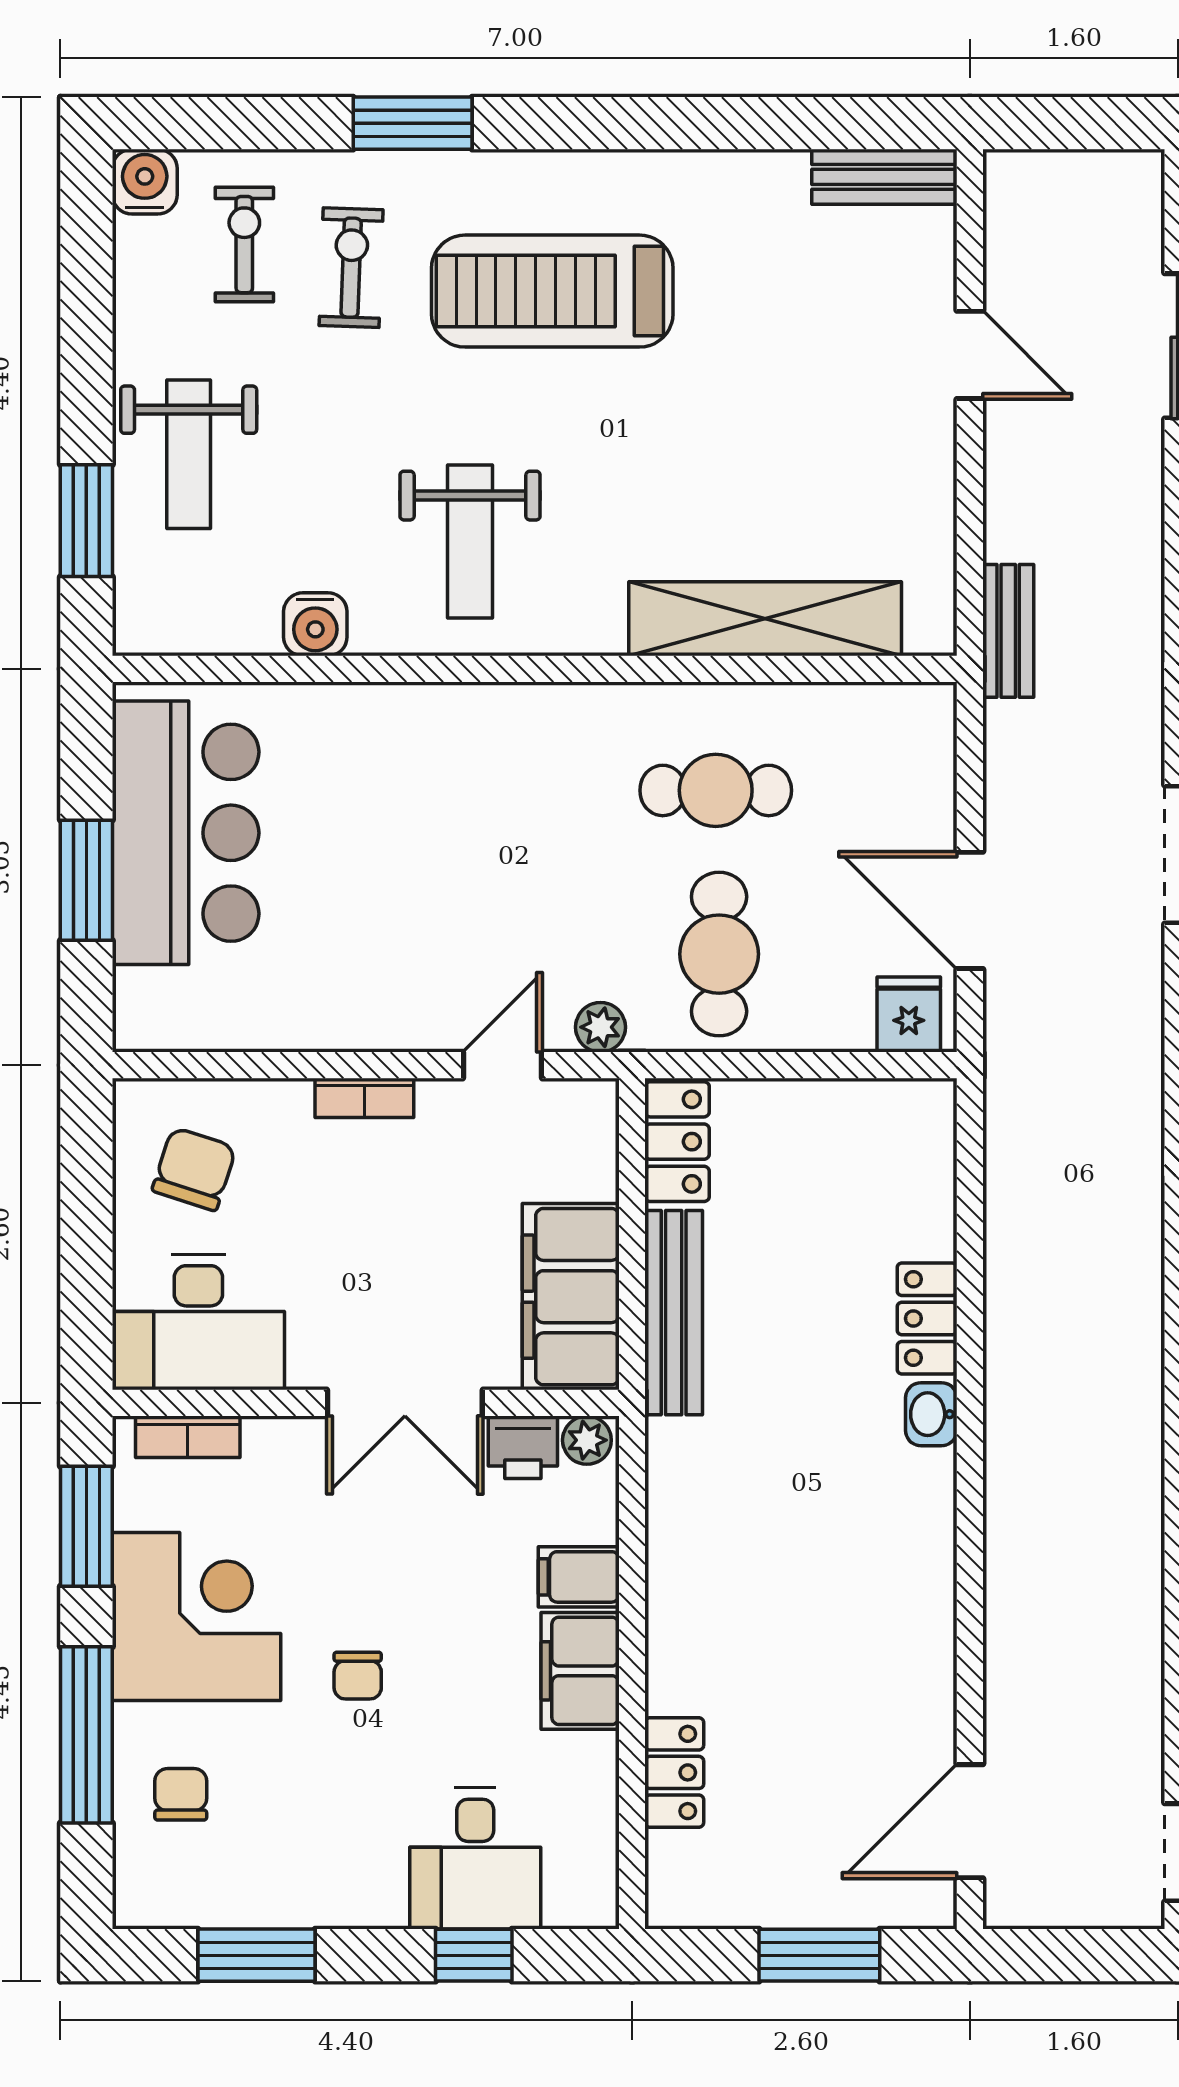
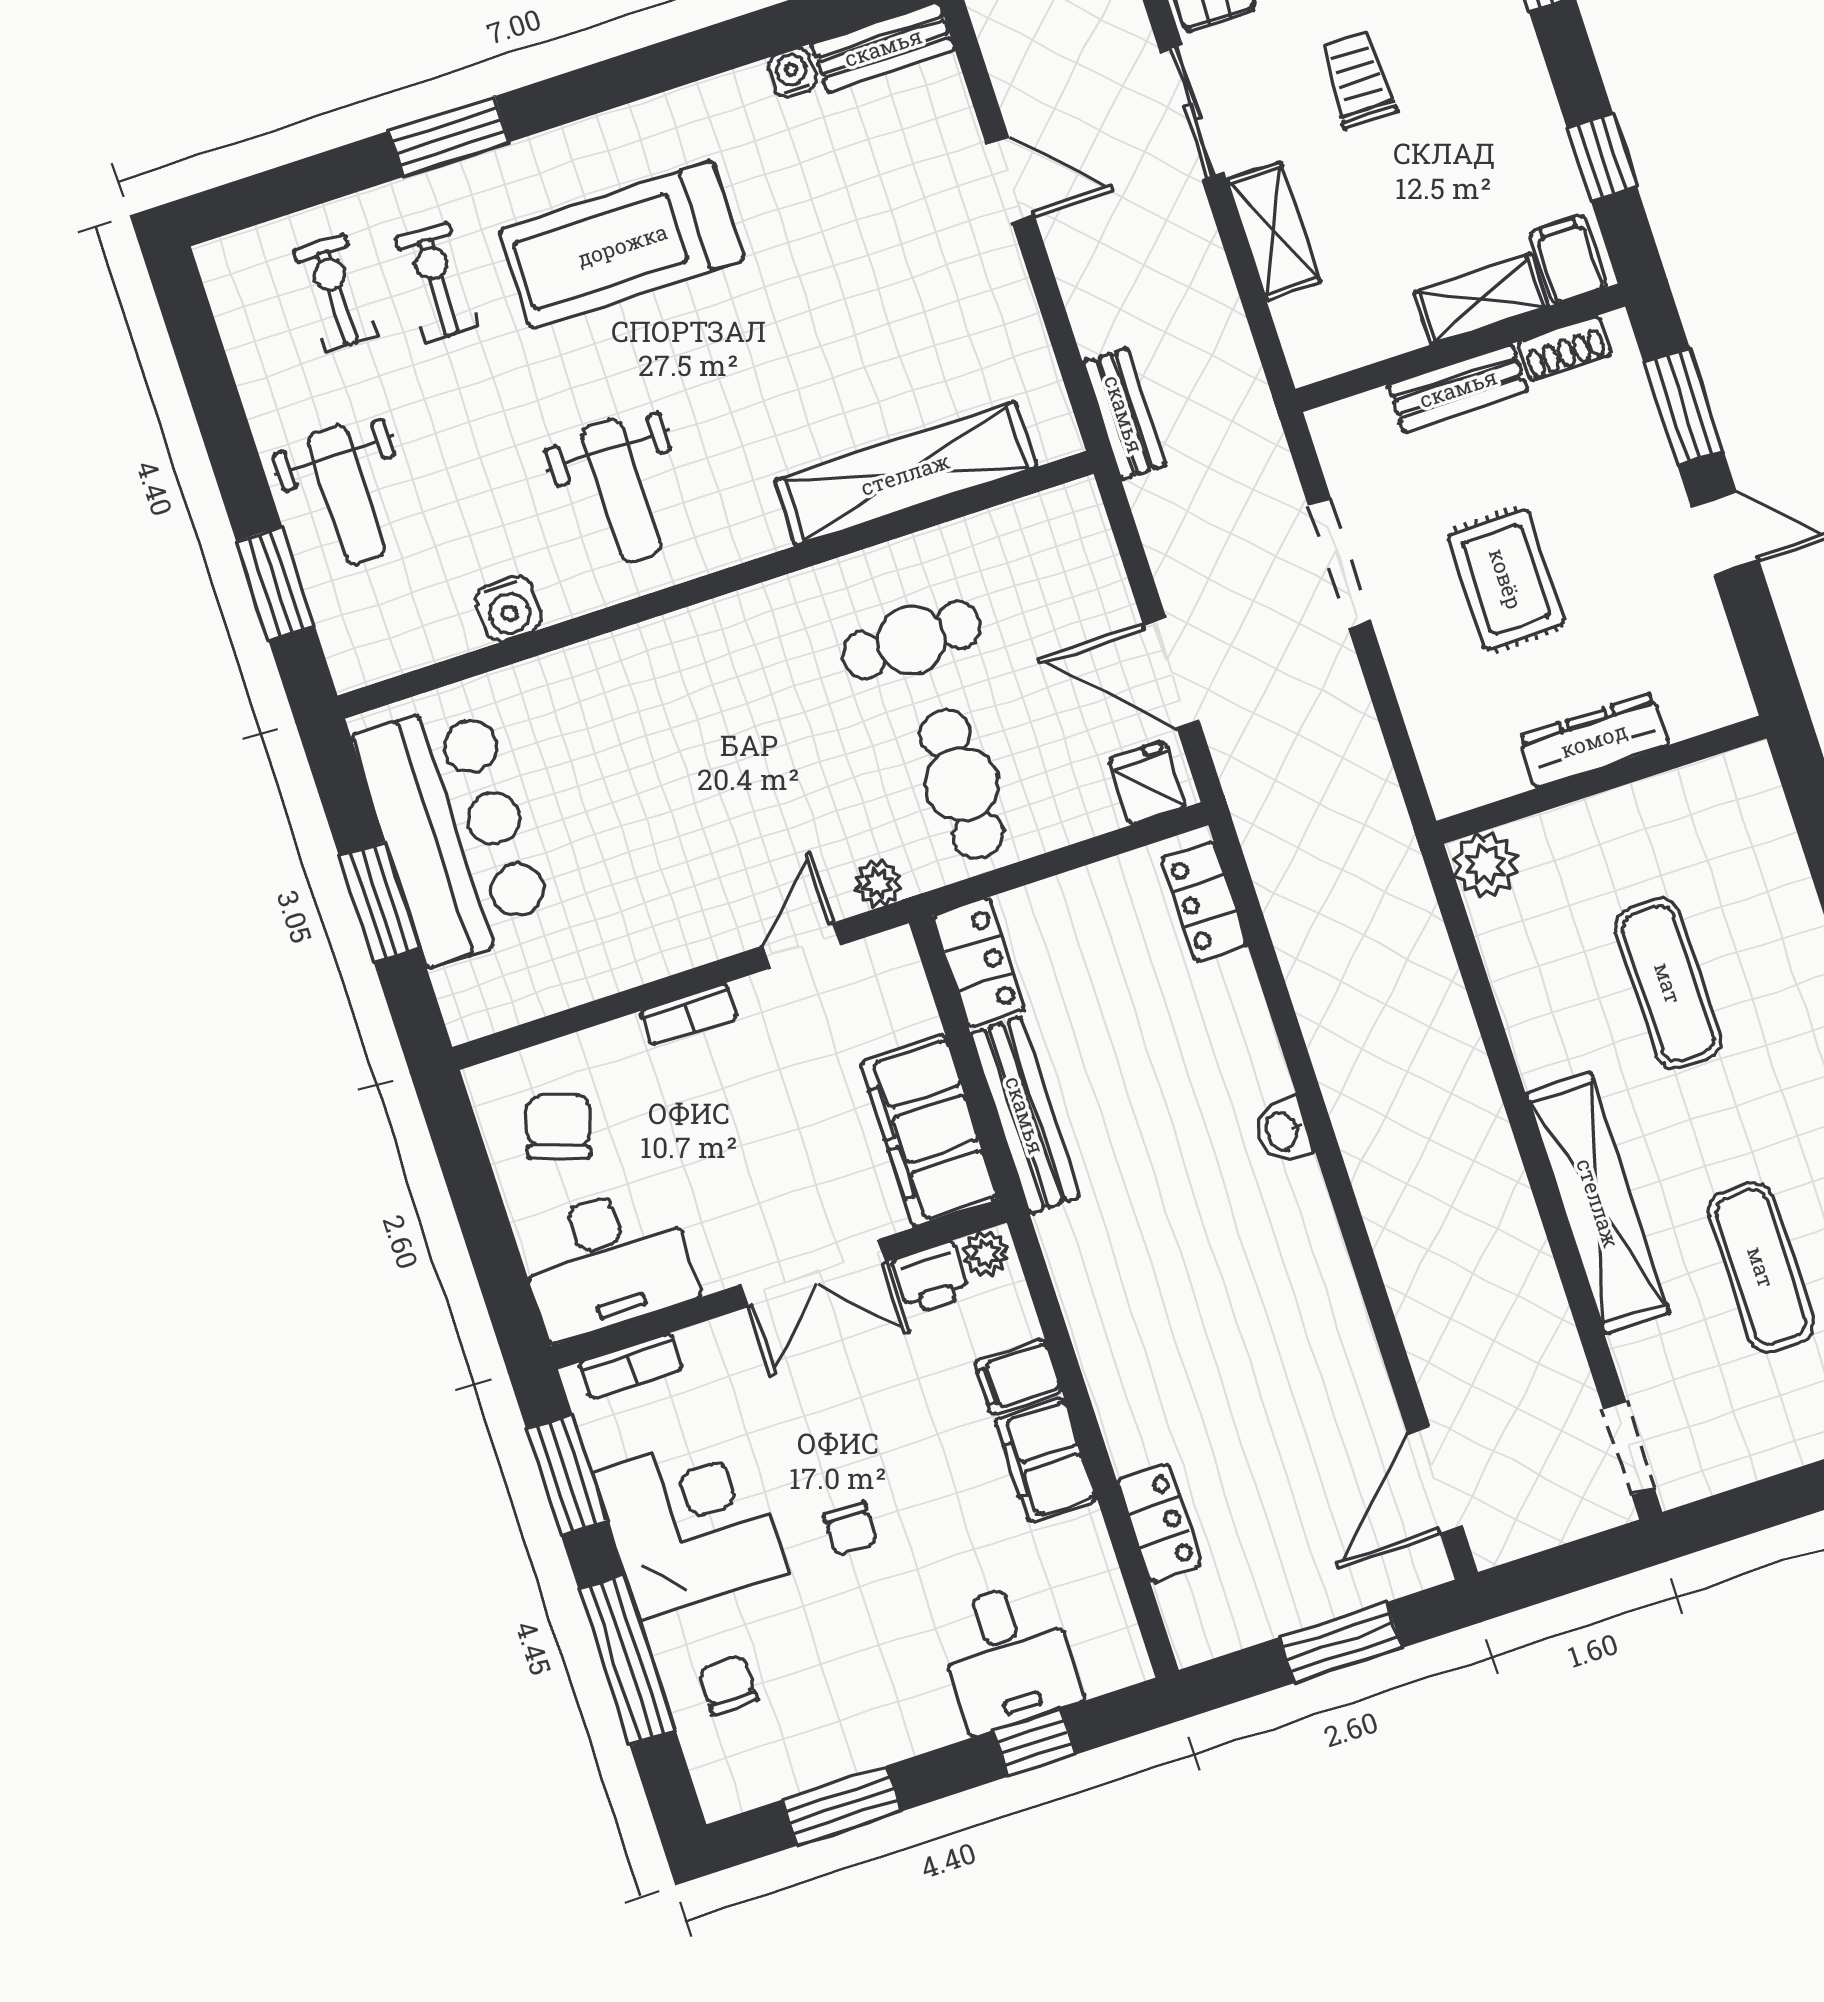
water cooler: (145, 182) -> (792, 73), moved, width x0.72, depth x0.72
locker: (927, 1318) -> (1204, 901), moved

